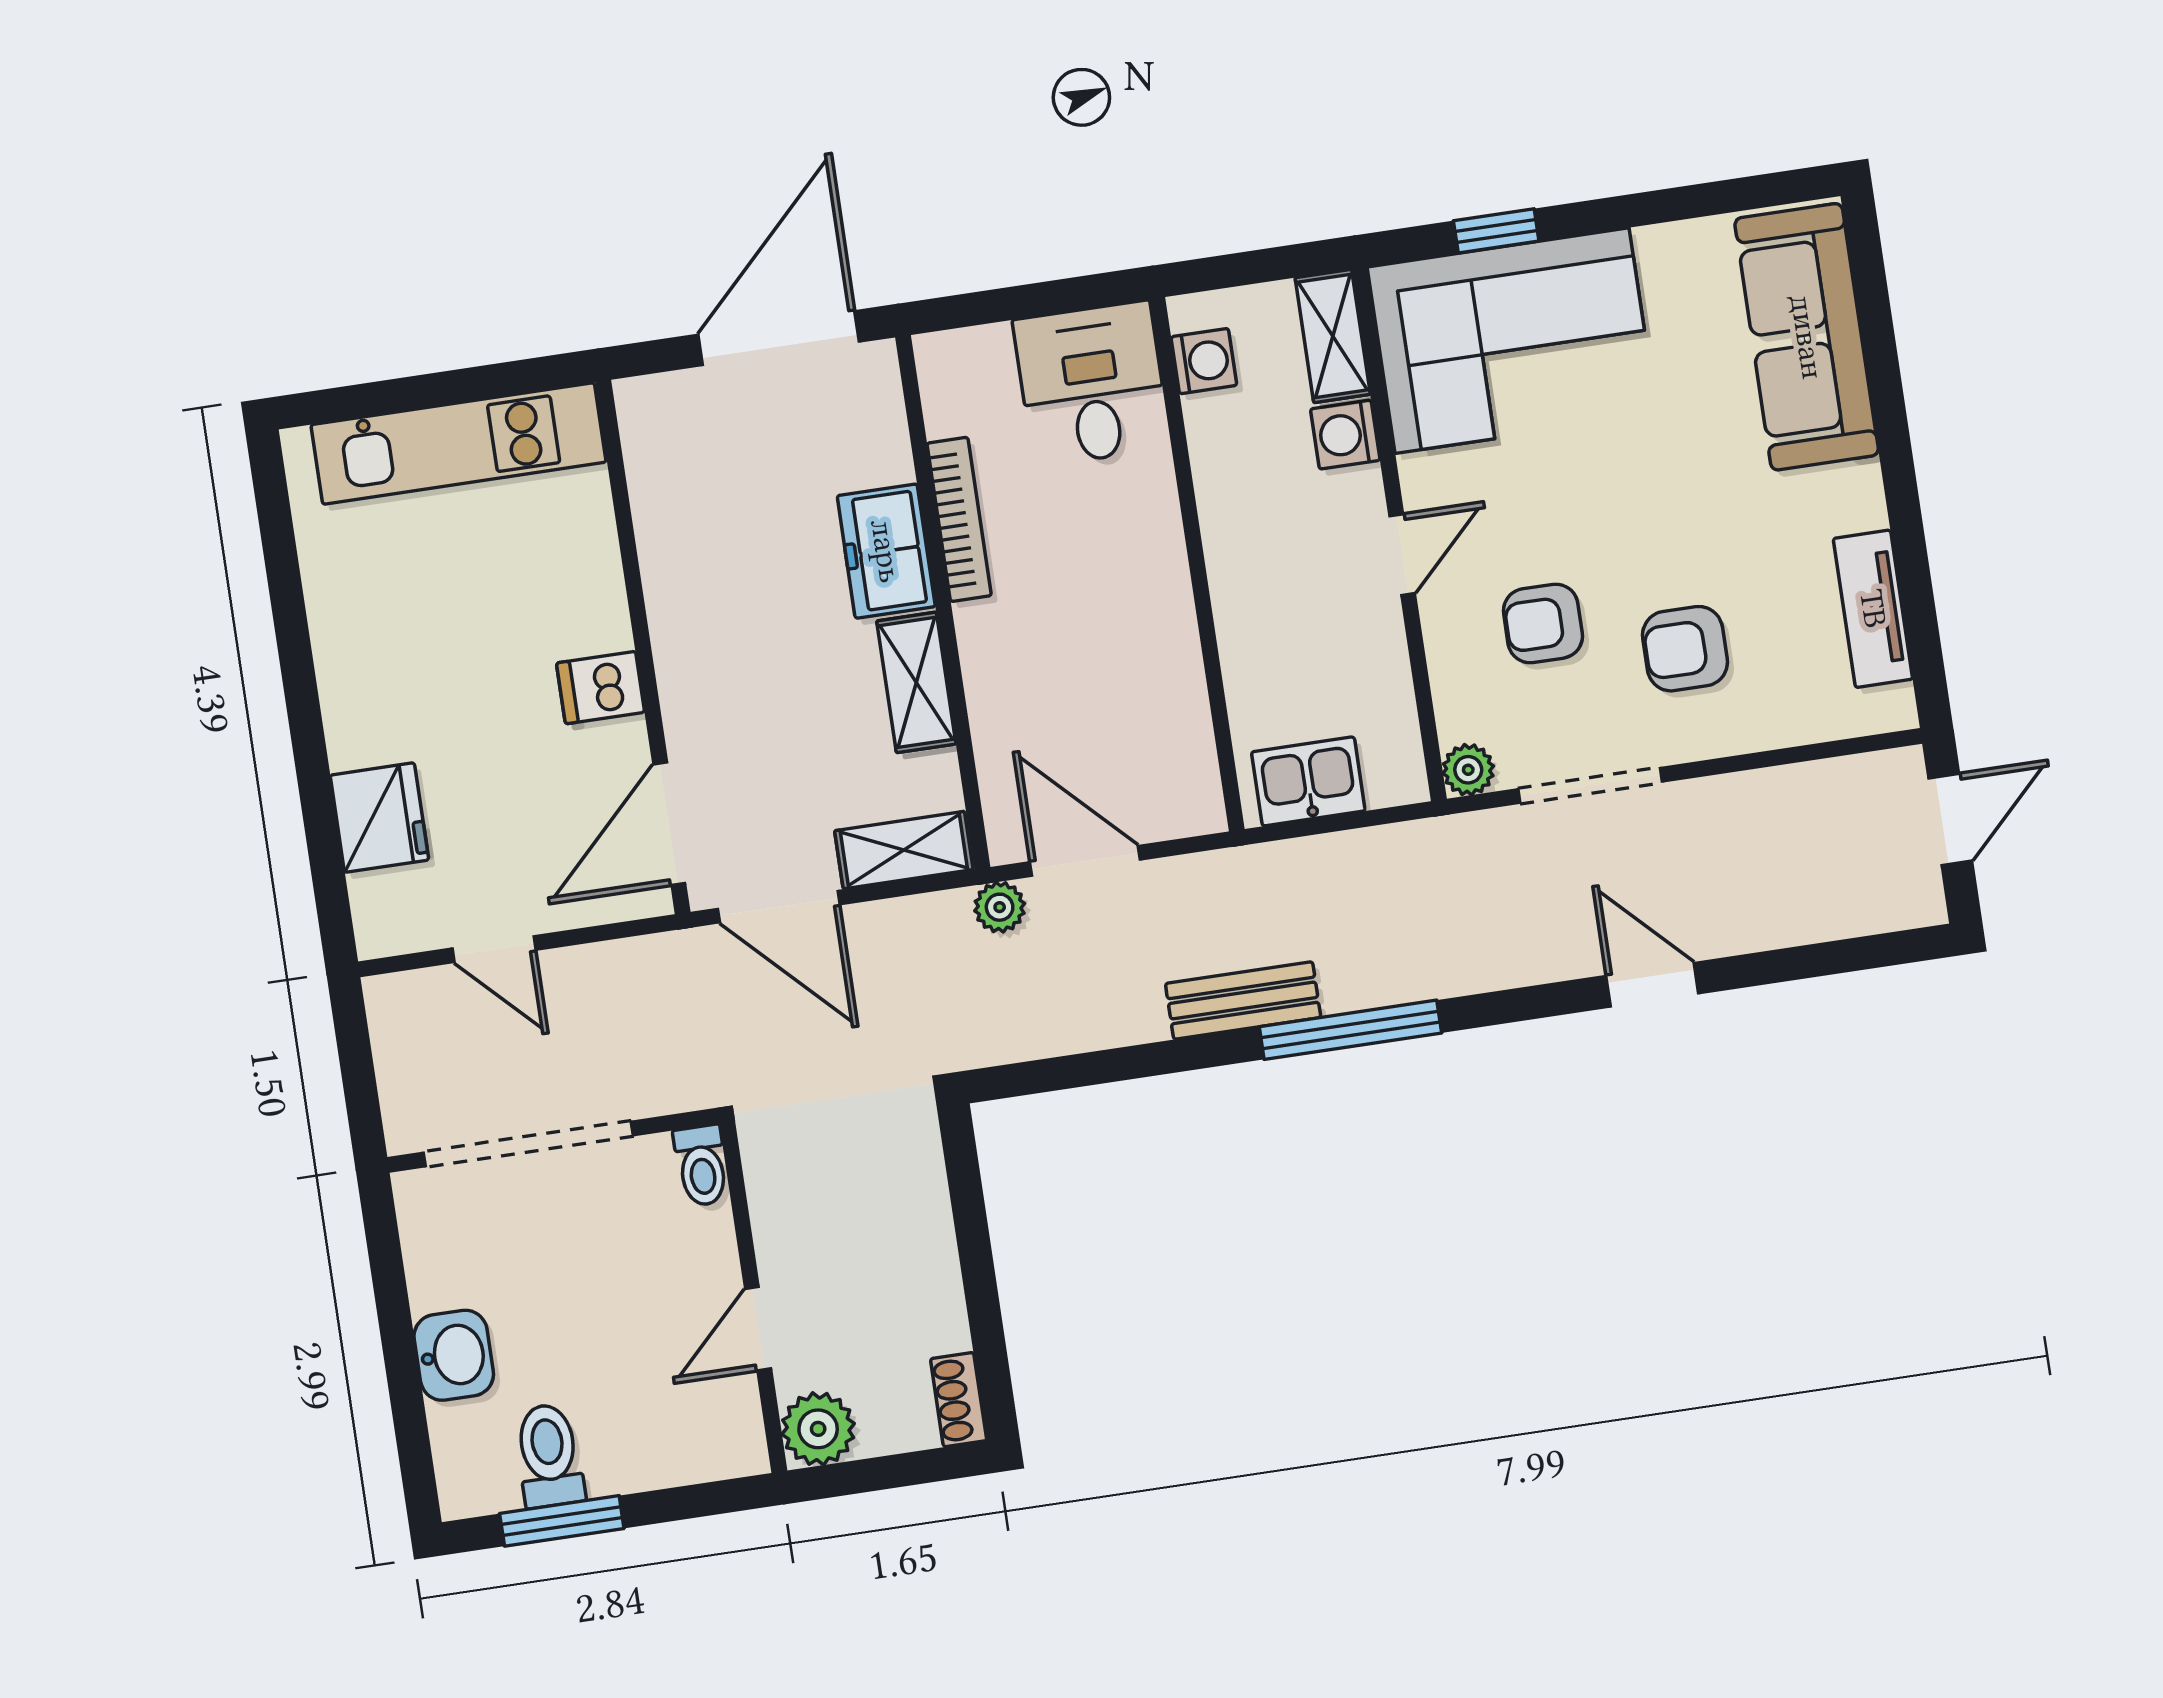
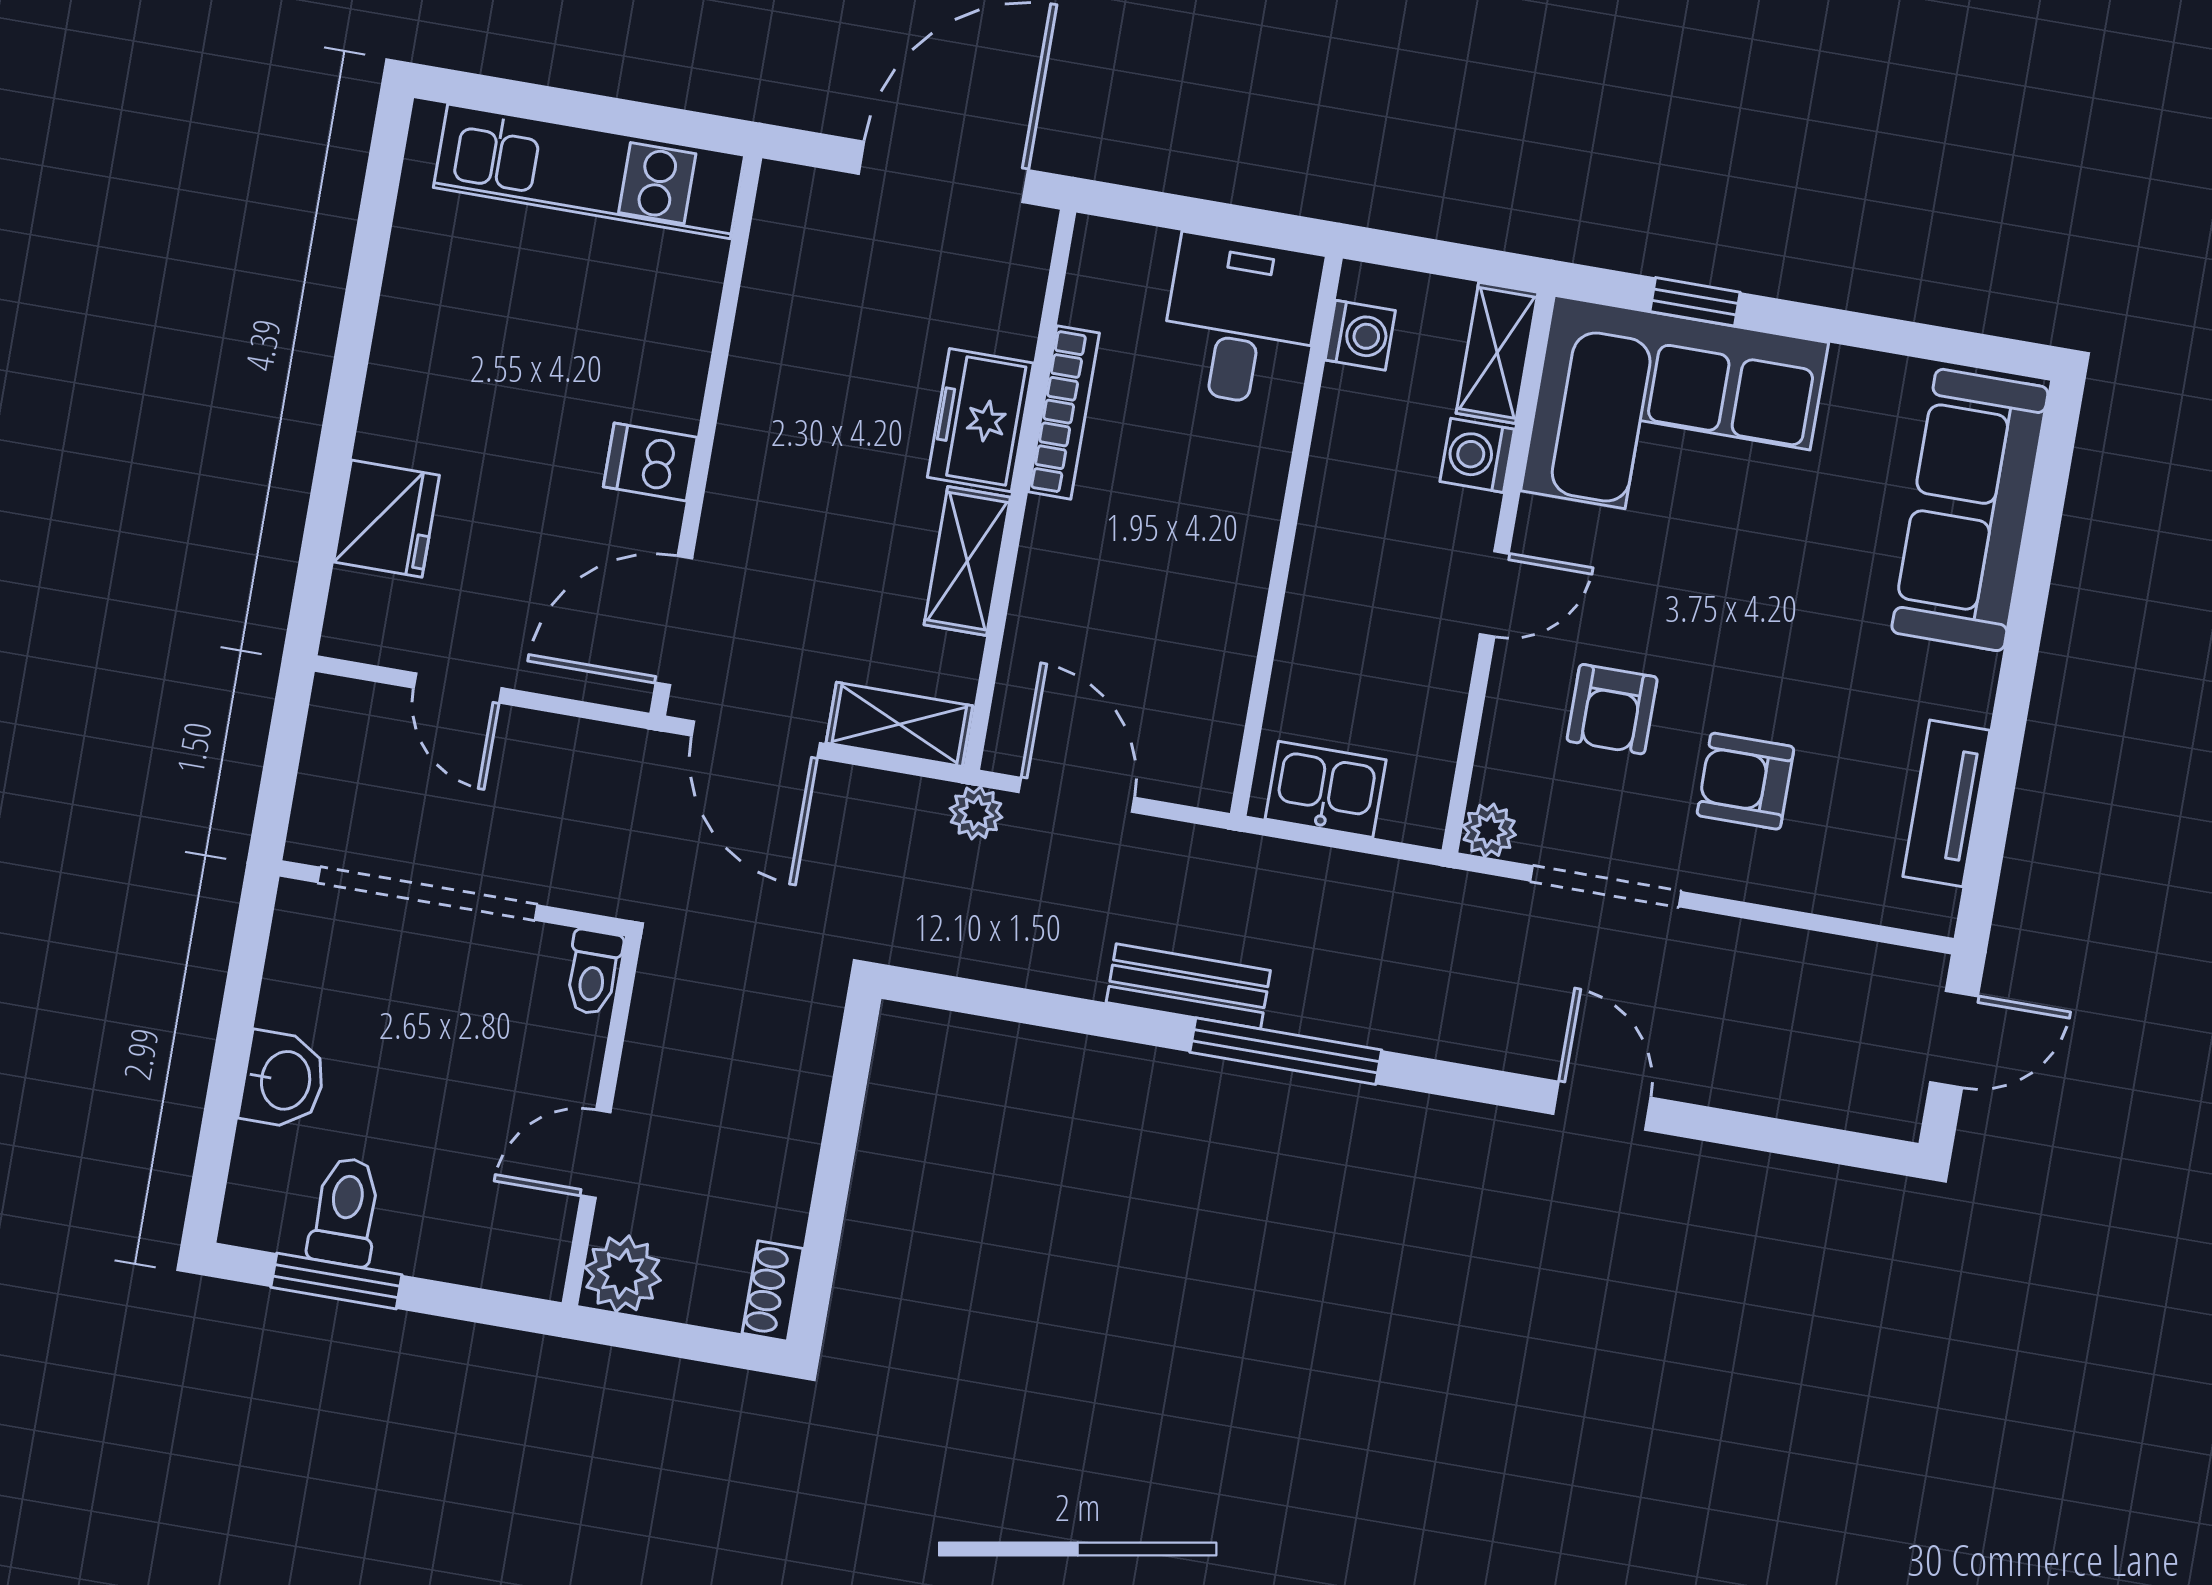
armchair: (1543, 623) -> (1612, 709), turned -90

